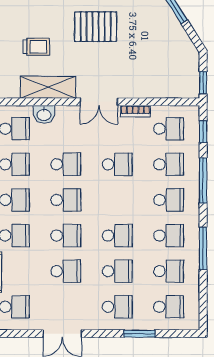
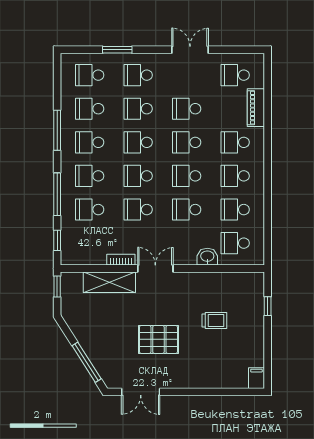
trolley: (36, 47) -> (214, 321), turned 180
shelving: (48, 87) -> (109, 282), moved
school desk: (169, 129) -> (138, 176), moved

